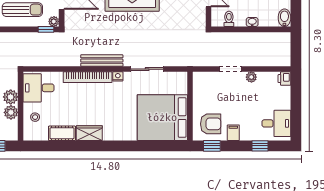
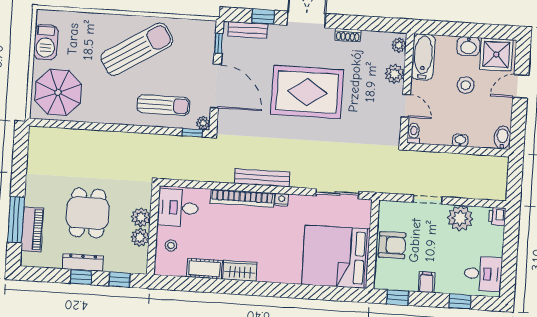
toilet: (229, 19) -> (414, 133), moved
sliding door: (147, 69) -> (337, 194), moved
plant: (251, 77) -> (460, 218), width x1.87, depth x1.87
armchair: (211, 124) -> (392, 245), moved

